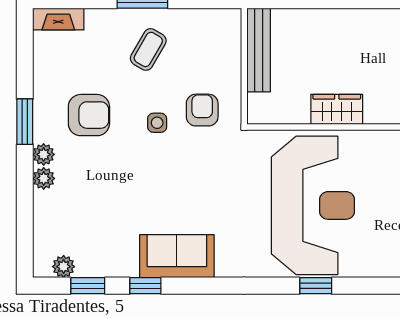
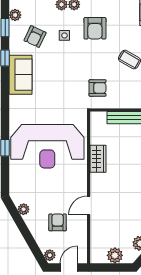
side table: (157, 123) -> (64, 35), moved
armchair: (105, 229) -> (35, 37), added

